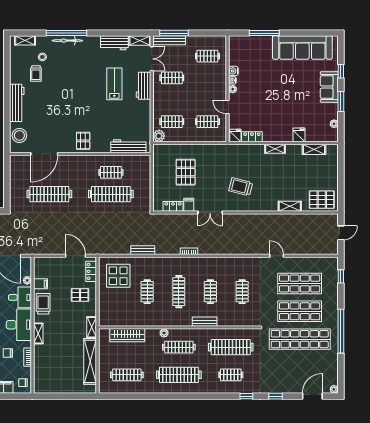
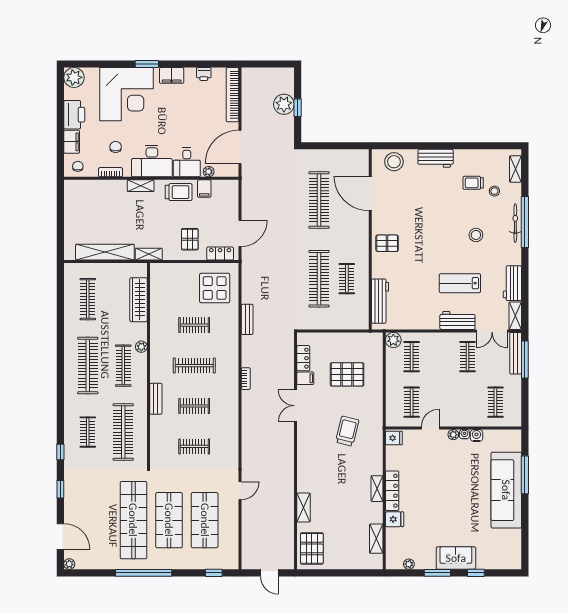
sofa: (302, 48) -> (506, 490), moved
stool: (77, 71) -> (476, 235), added
lab bench: (114, 84) -> (460, 283), turned 180
workbench: (17, 103) -> (436, 158), width x0.73
locker: (252, 137) -> (392, 491), moved, width x1.53
trolley: (241, 187) -> (347, 431), moved

